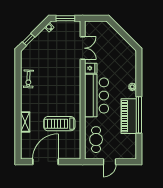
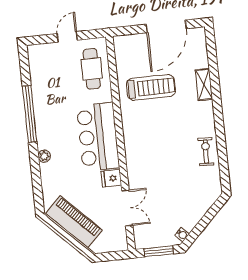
window: (29, 39) -> (212, 212), removed
double door: (83, 48) -> (127, 208), swing flipped
piano: (129, 116) -> (74, 222), moved, turned -45

